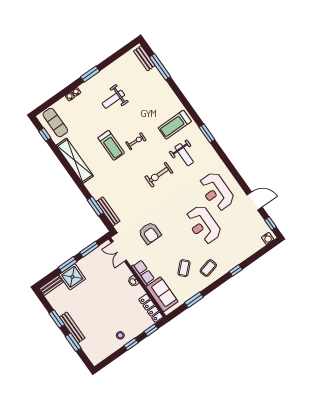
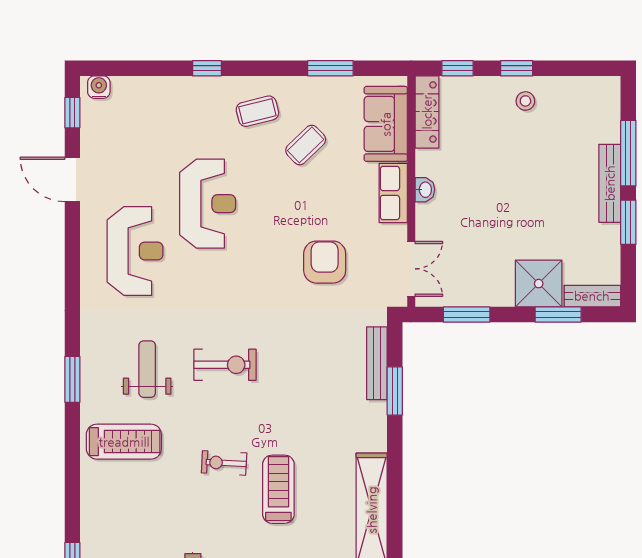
window: (68, 264) -> (558, 315), moved
window: (73, 342) -> (628, 153), width x1.44

